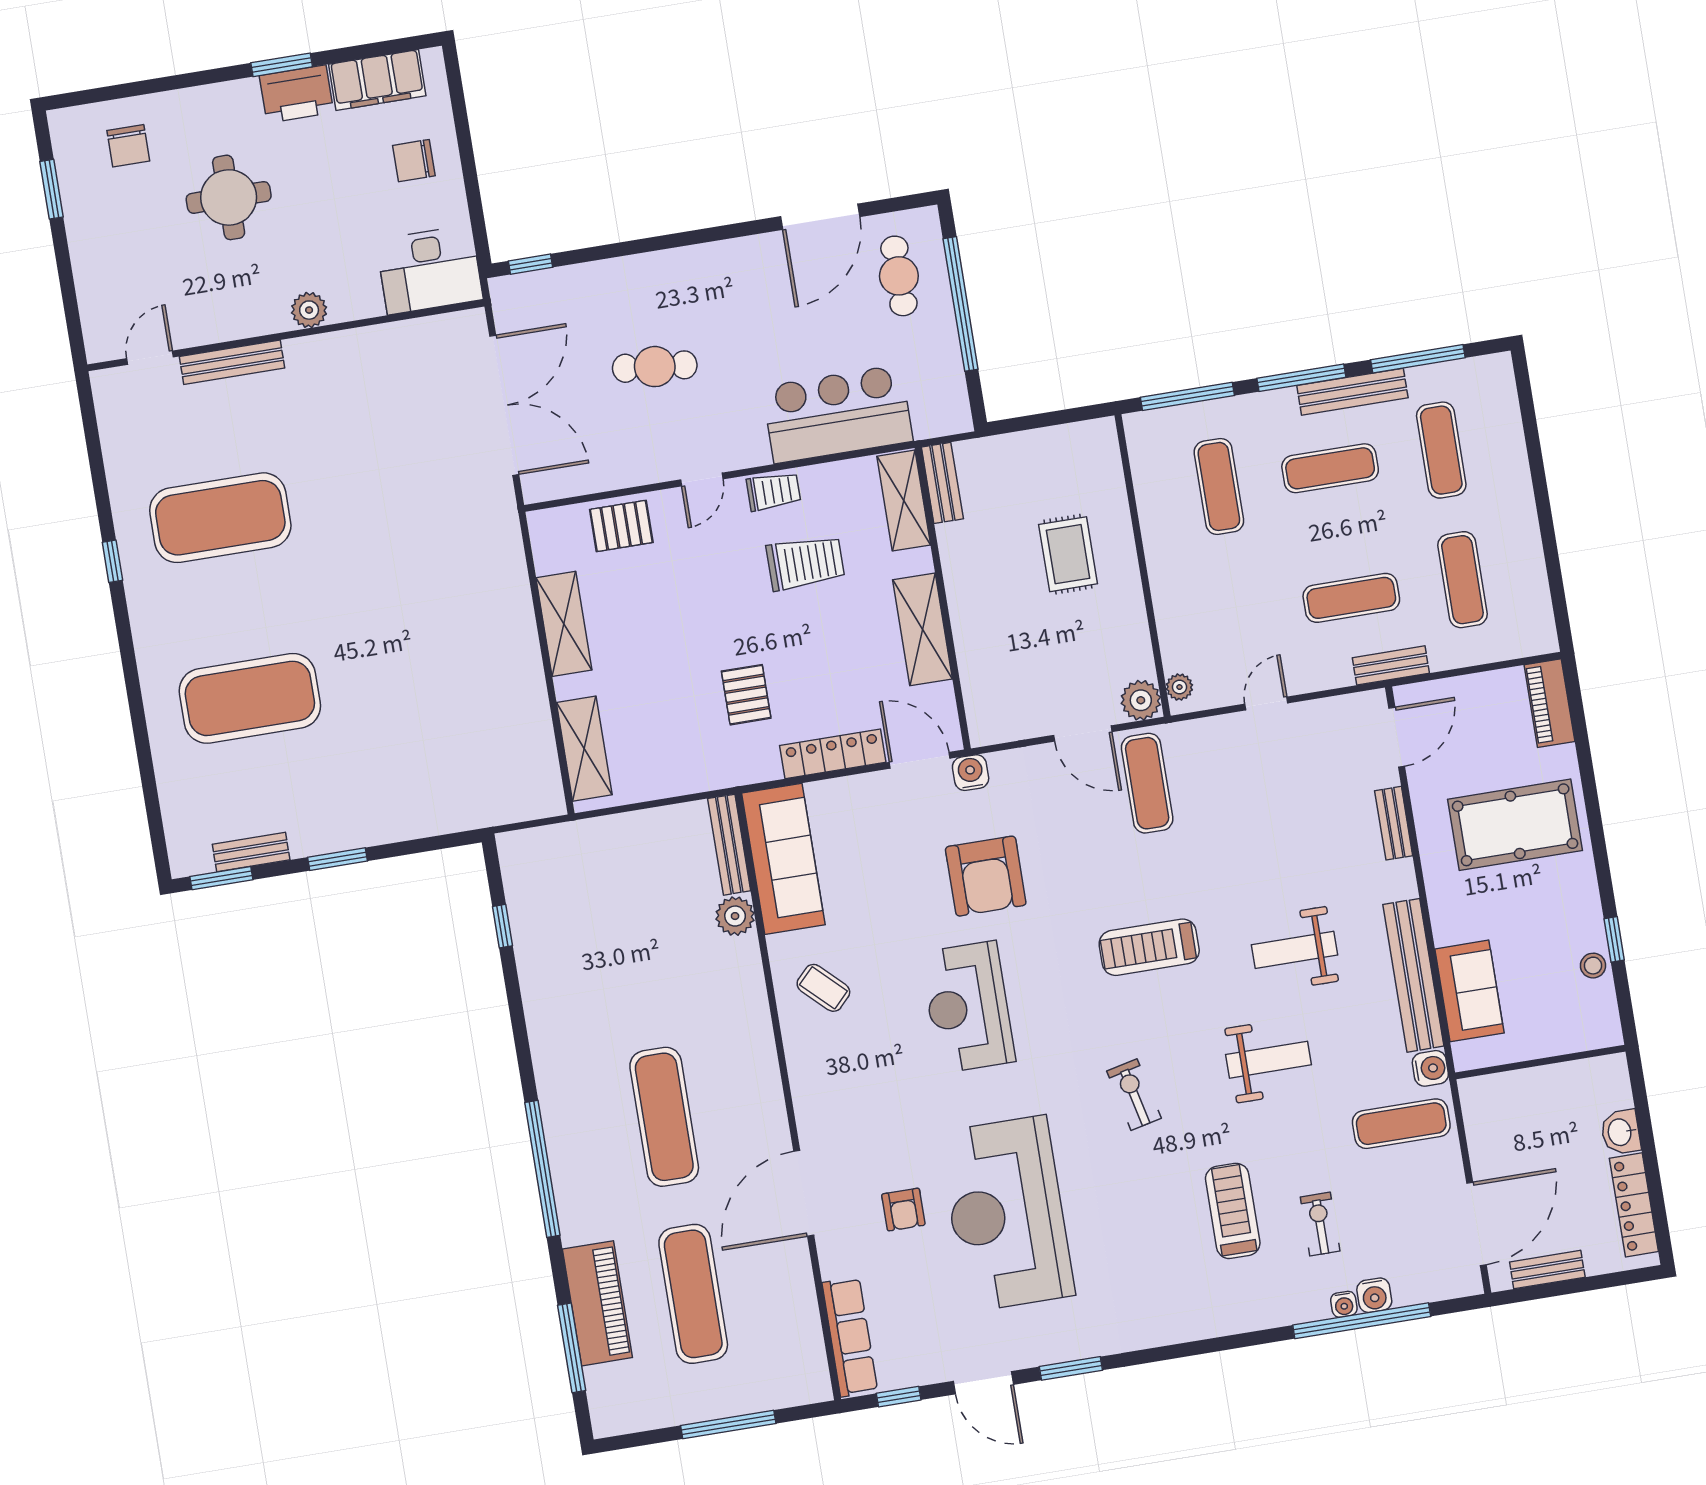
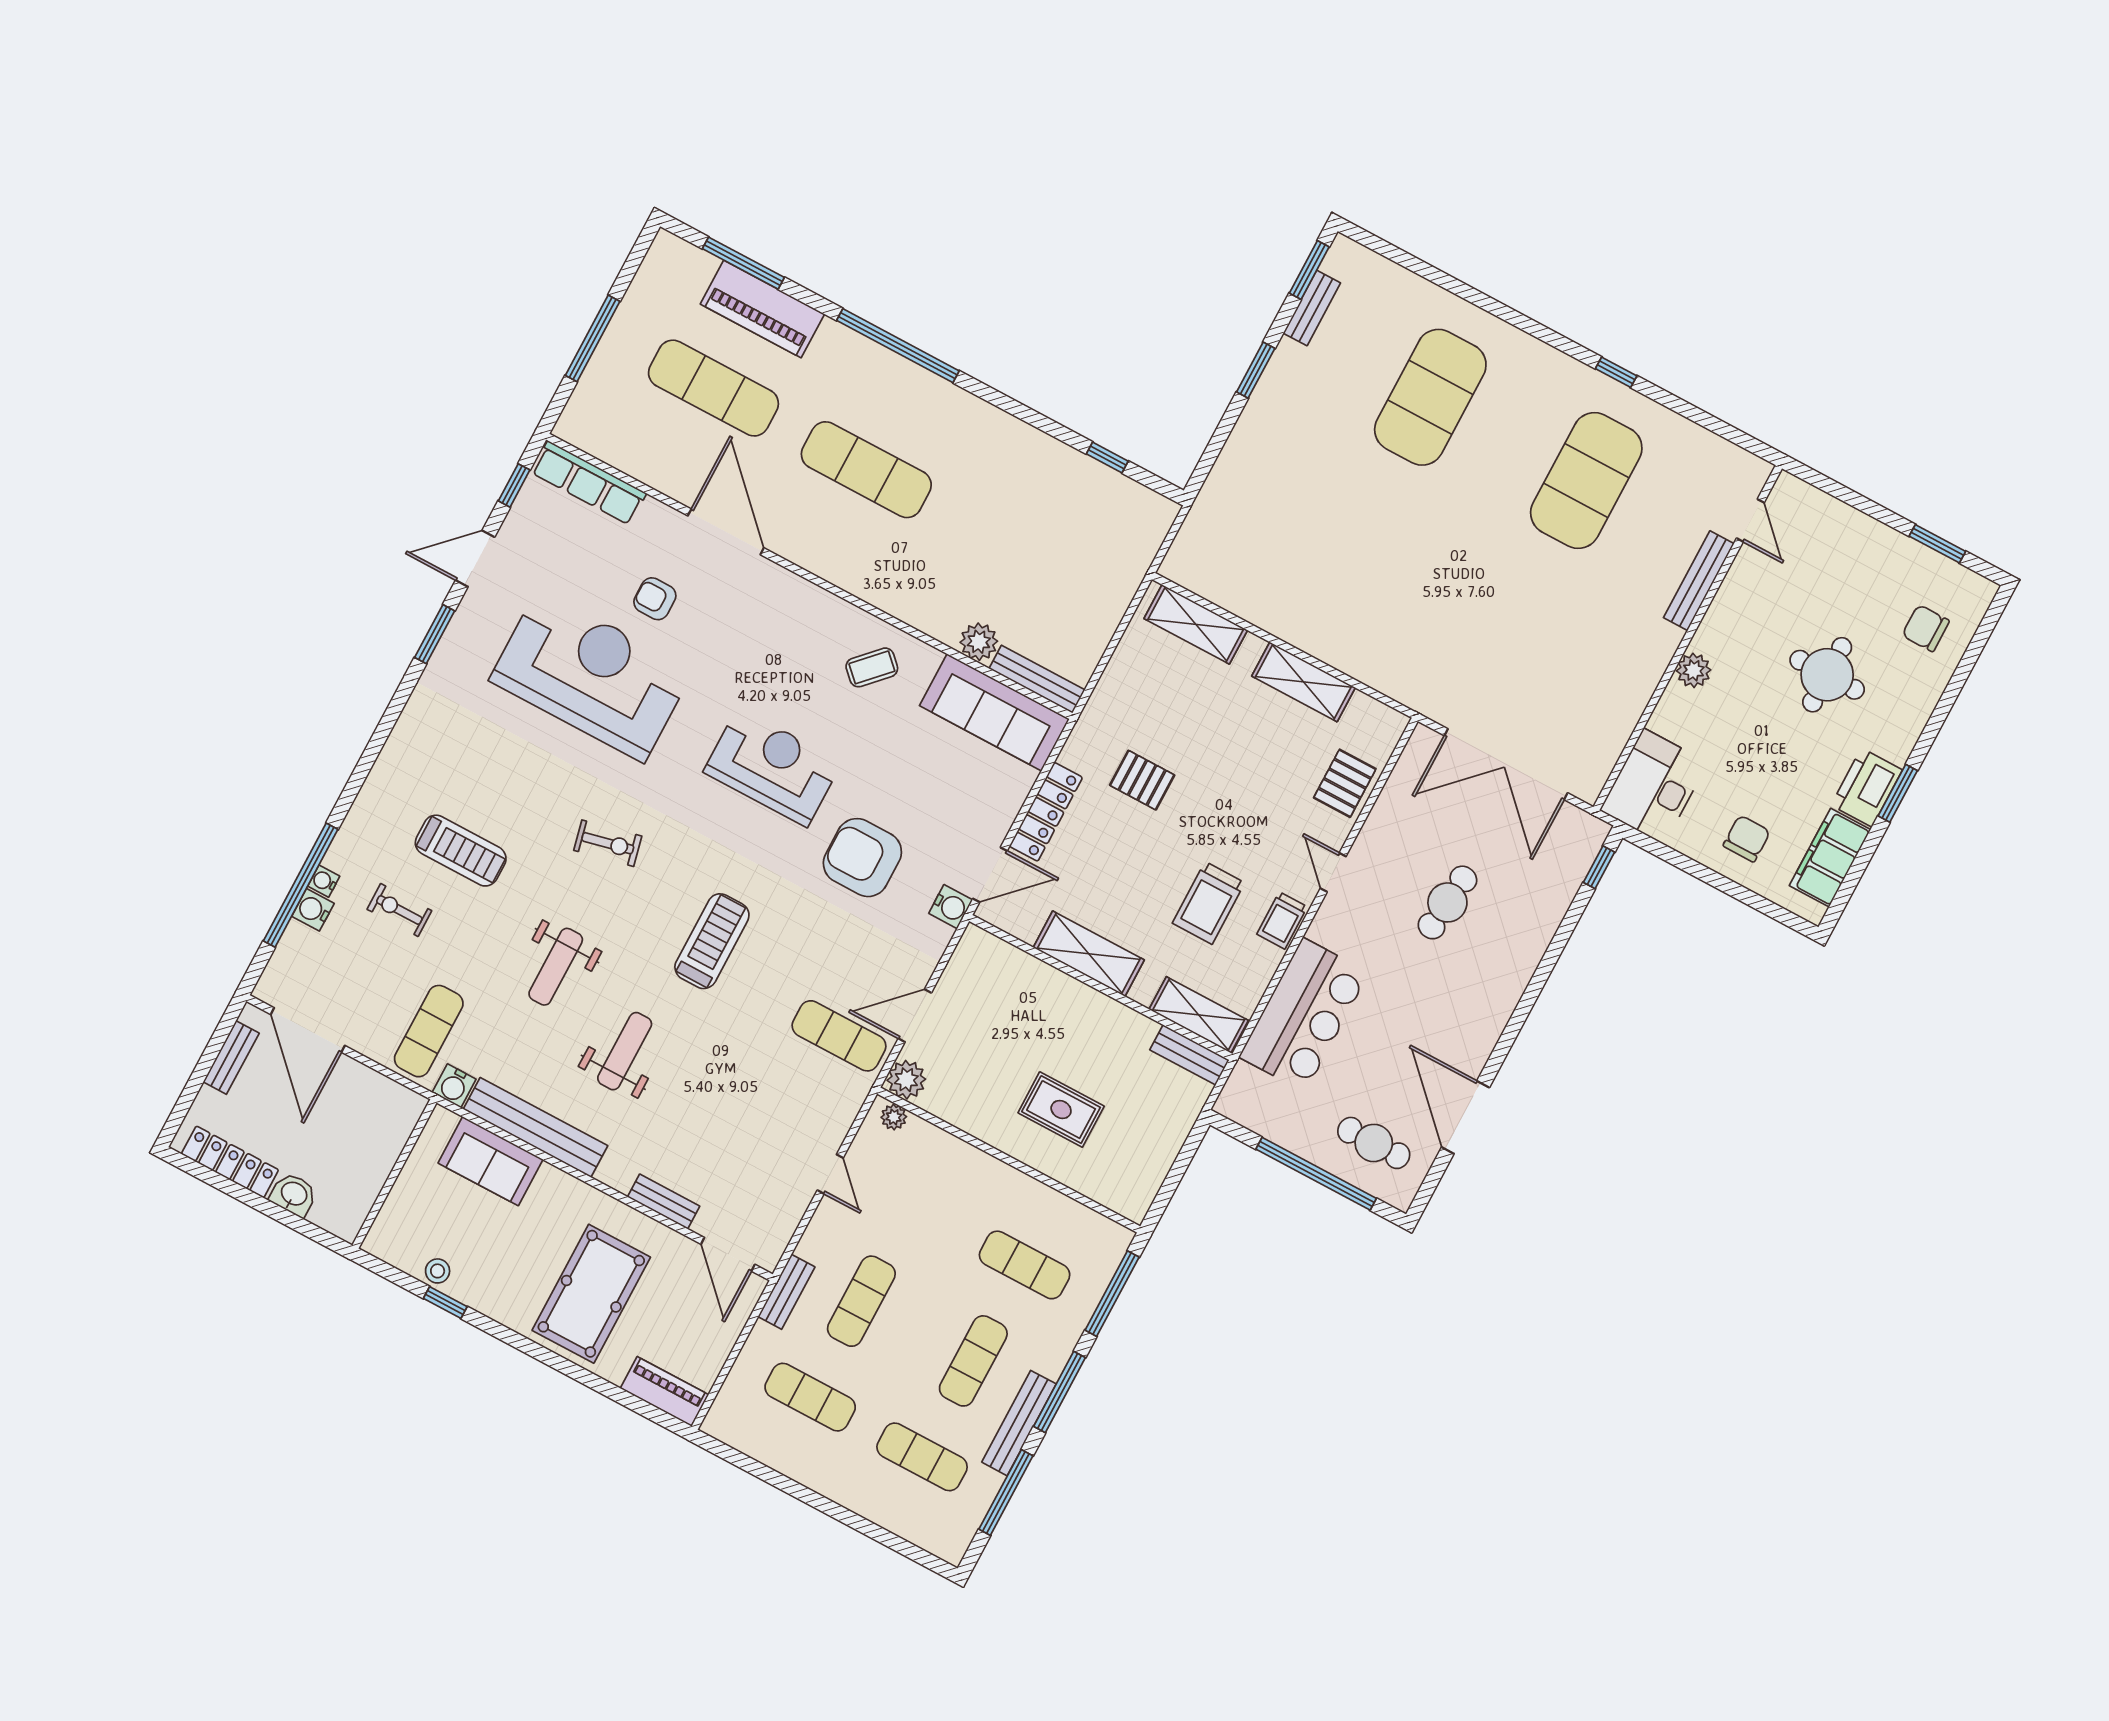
exercise bike: (1320, 1224) -> (399, 910), turned 180

